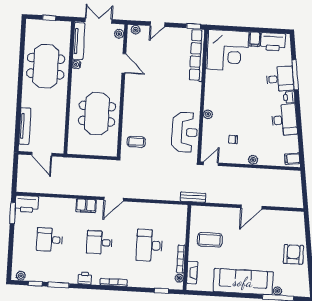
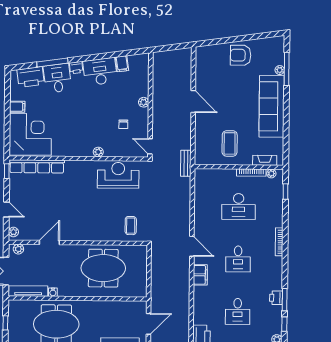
printer: (273, 42) -> (31, 77), moved, turned 82
filing cabinet: (292, 159) -> (122, 64), moved
printer: (85, 278) -> (276, 298), moved

